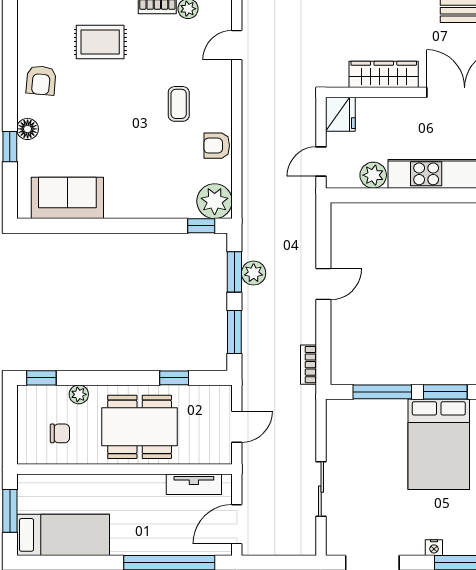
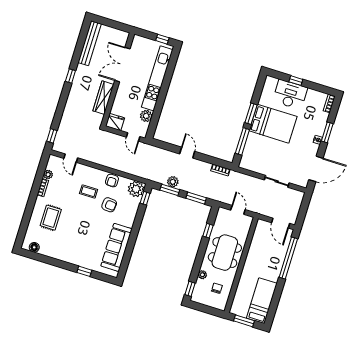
armchair: (41, 80) -> (109, 205), moved
floor lamp: (28, 129) -> (34, 247), moved
sofa: (67, 198) -> (116, 247), width x1.36
tv unit: (194, 484) -> (257, 236), removed

